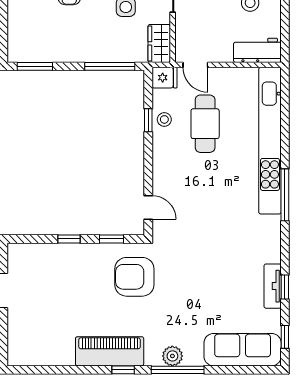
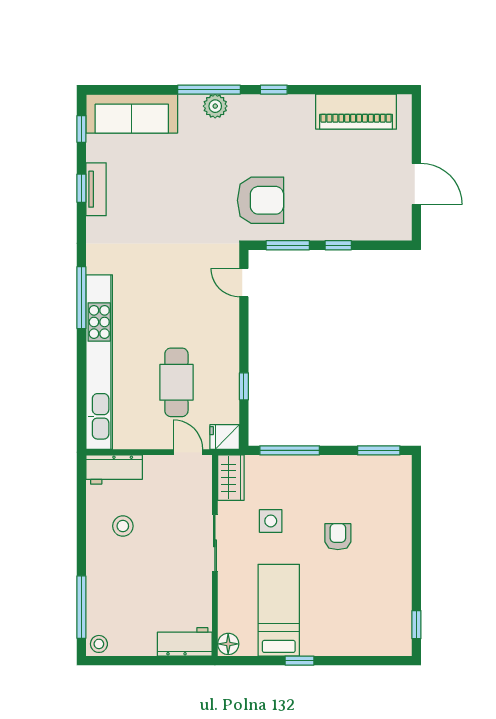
stool: (164, 119) -> (225, 387), removed
window: (111, 239) -> (288, 245), width x1.50
piano: (110, 351) -> (356, 112), moved

